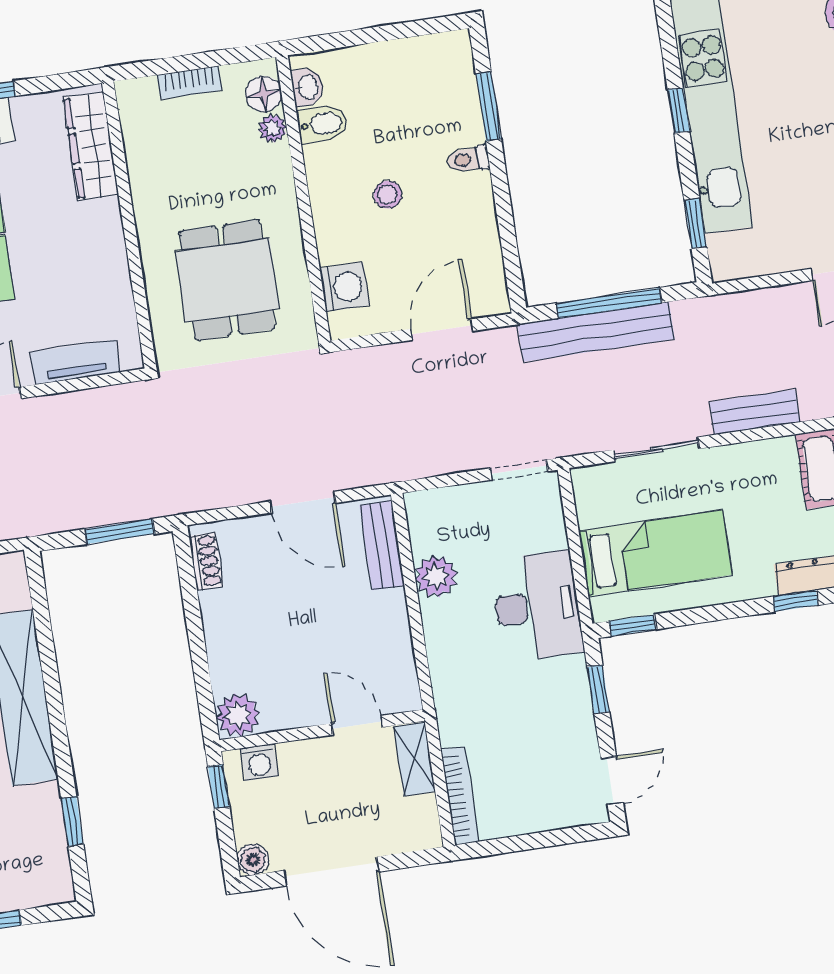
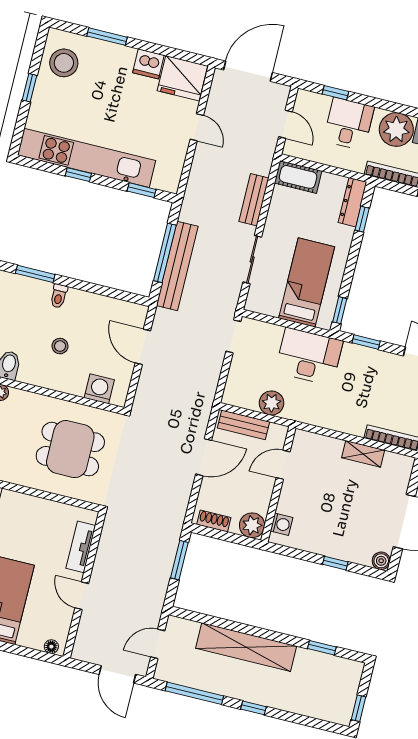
plant: (238, 715) -> (252, 525), moved
door: (357, 725) -> (283, 465), moved
wall: (322, 730) -> (278, 484), moved
washing machine: (259, 762) -> (282, 524), moved

